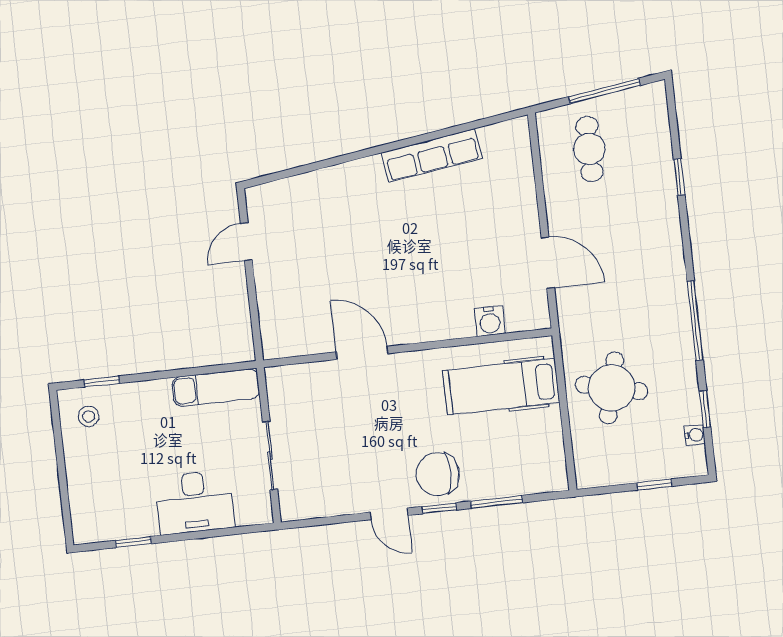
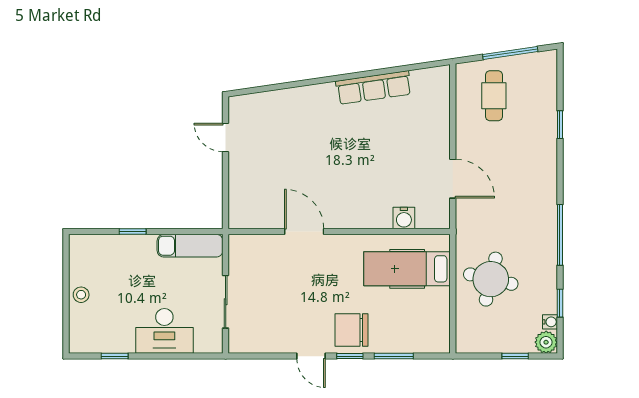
door: (246, 242) -> (226, 137), hinge flipped
window: (102, 382) -> (133, 232), moved
stool: (89, 416) -> (81, 295), moved
plant: (692, 462) -> (546, 342), added

